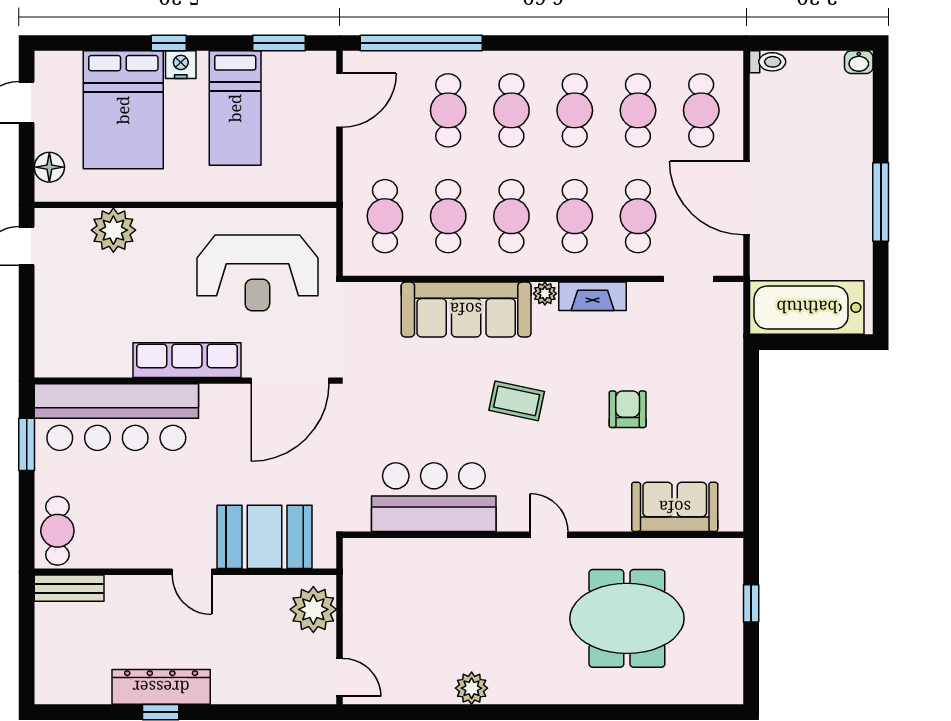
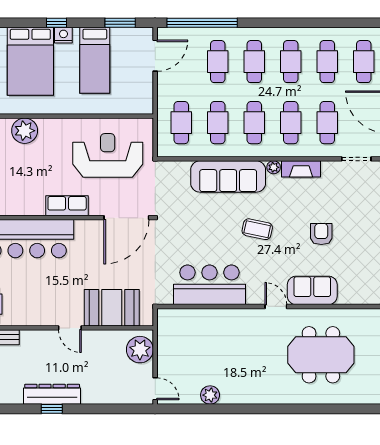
reception desk: (257, 273) -> (108, 155), turned 180
row of seats: (187, 360) -> (67, 206), width x0.68
sofa: (675, 507) -> (312, 290), moved
plant: (472, 688) -> (210, 395), moved

